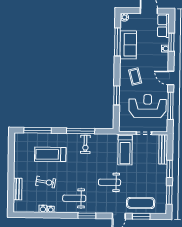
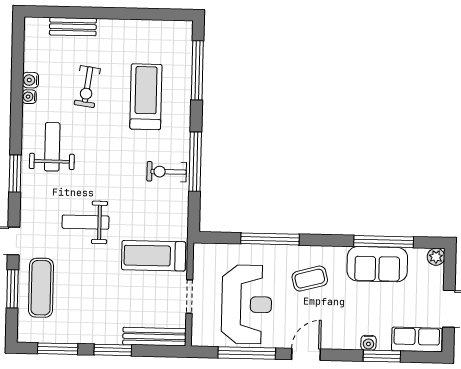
window: (117, 95) -> (270, 239), width x1.44
weight bench: (110, 182) -> (85, 222), turned -90

